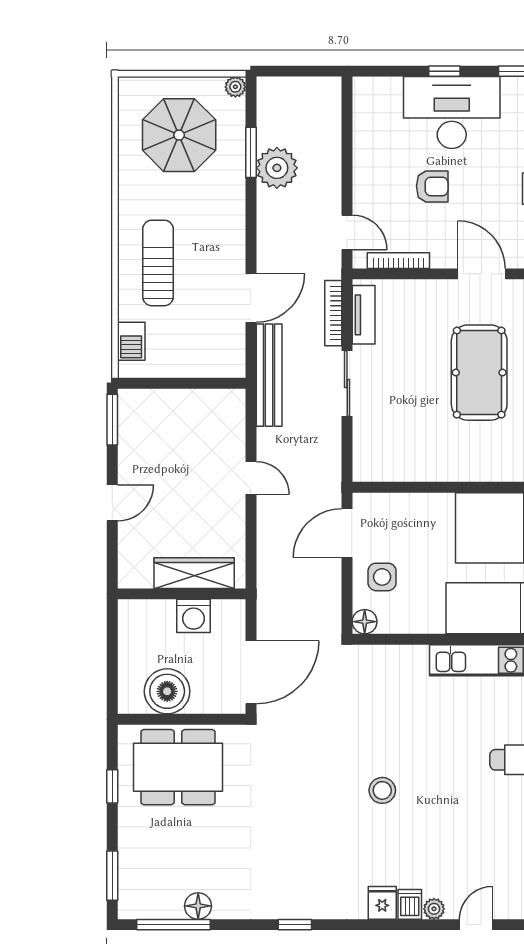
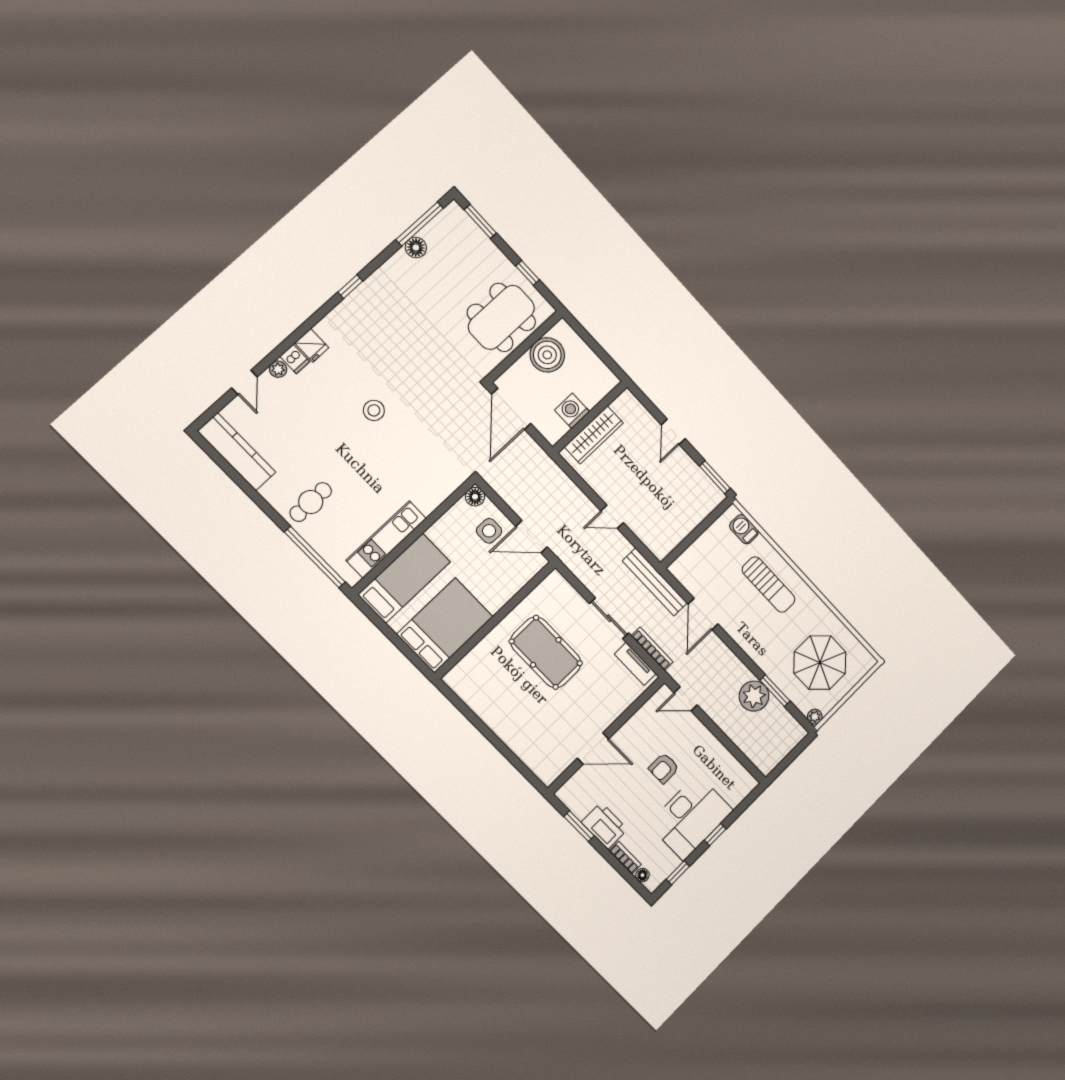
bookcase: (398, 261) -> (644, 711), removed
pool table: (479, 373) -> (546, 652), moved
door: (347, 533) -> (532, 537), swing flipped

